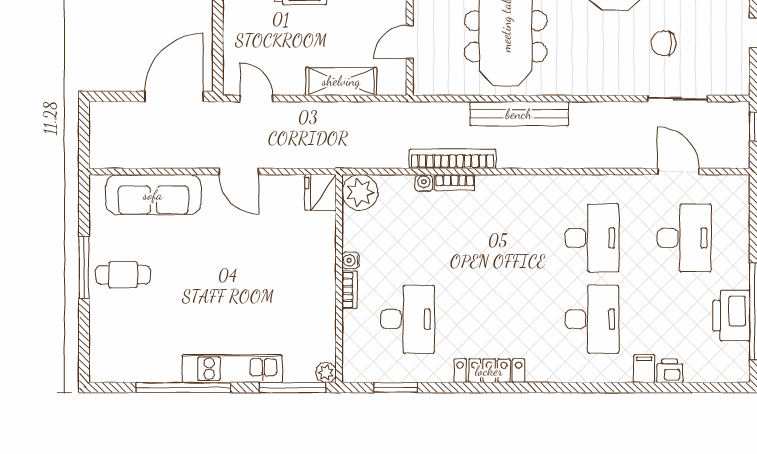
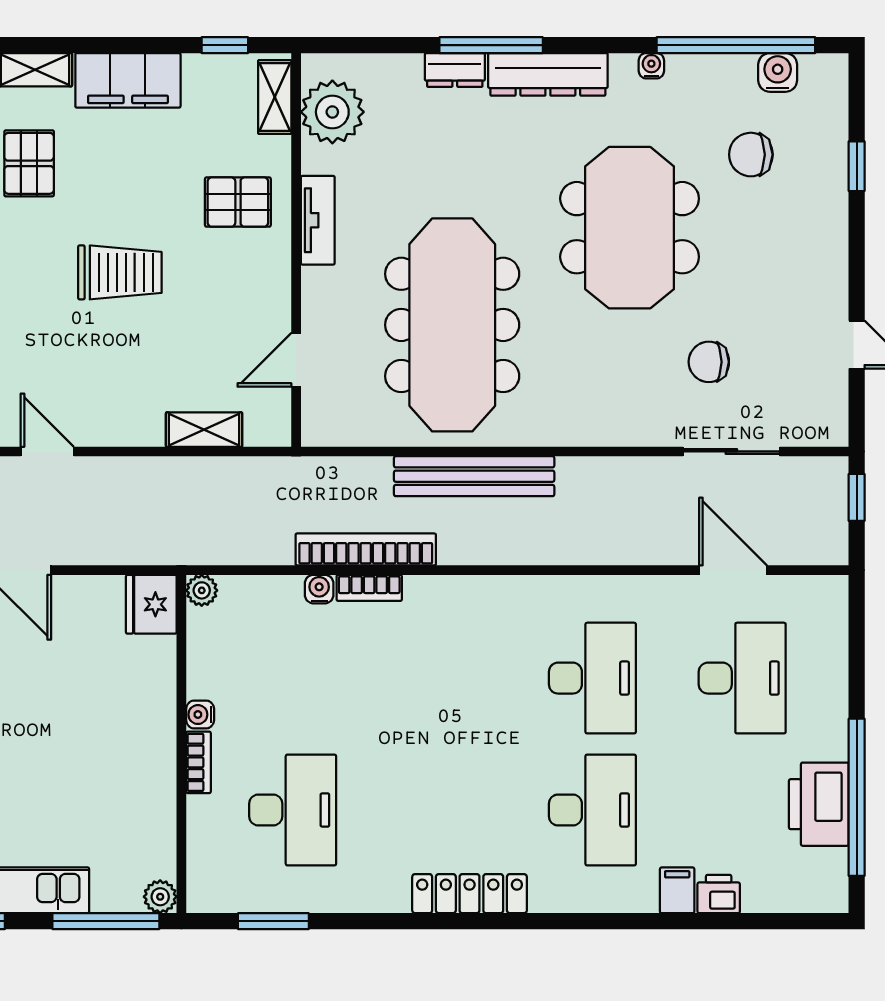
shelving: (341, 81) -> (204, 430), width x0.67, depth x0.75
plant: (360, 192) -> (202, 590), width x0.53, depth x0.53
locker: (489, 371) -> (470, 894), moved

